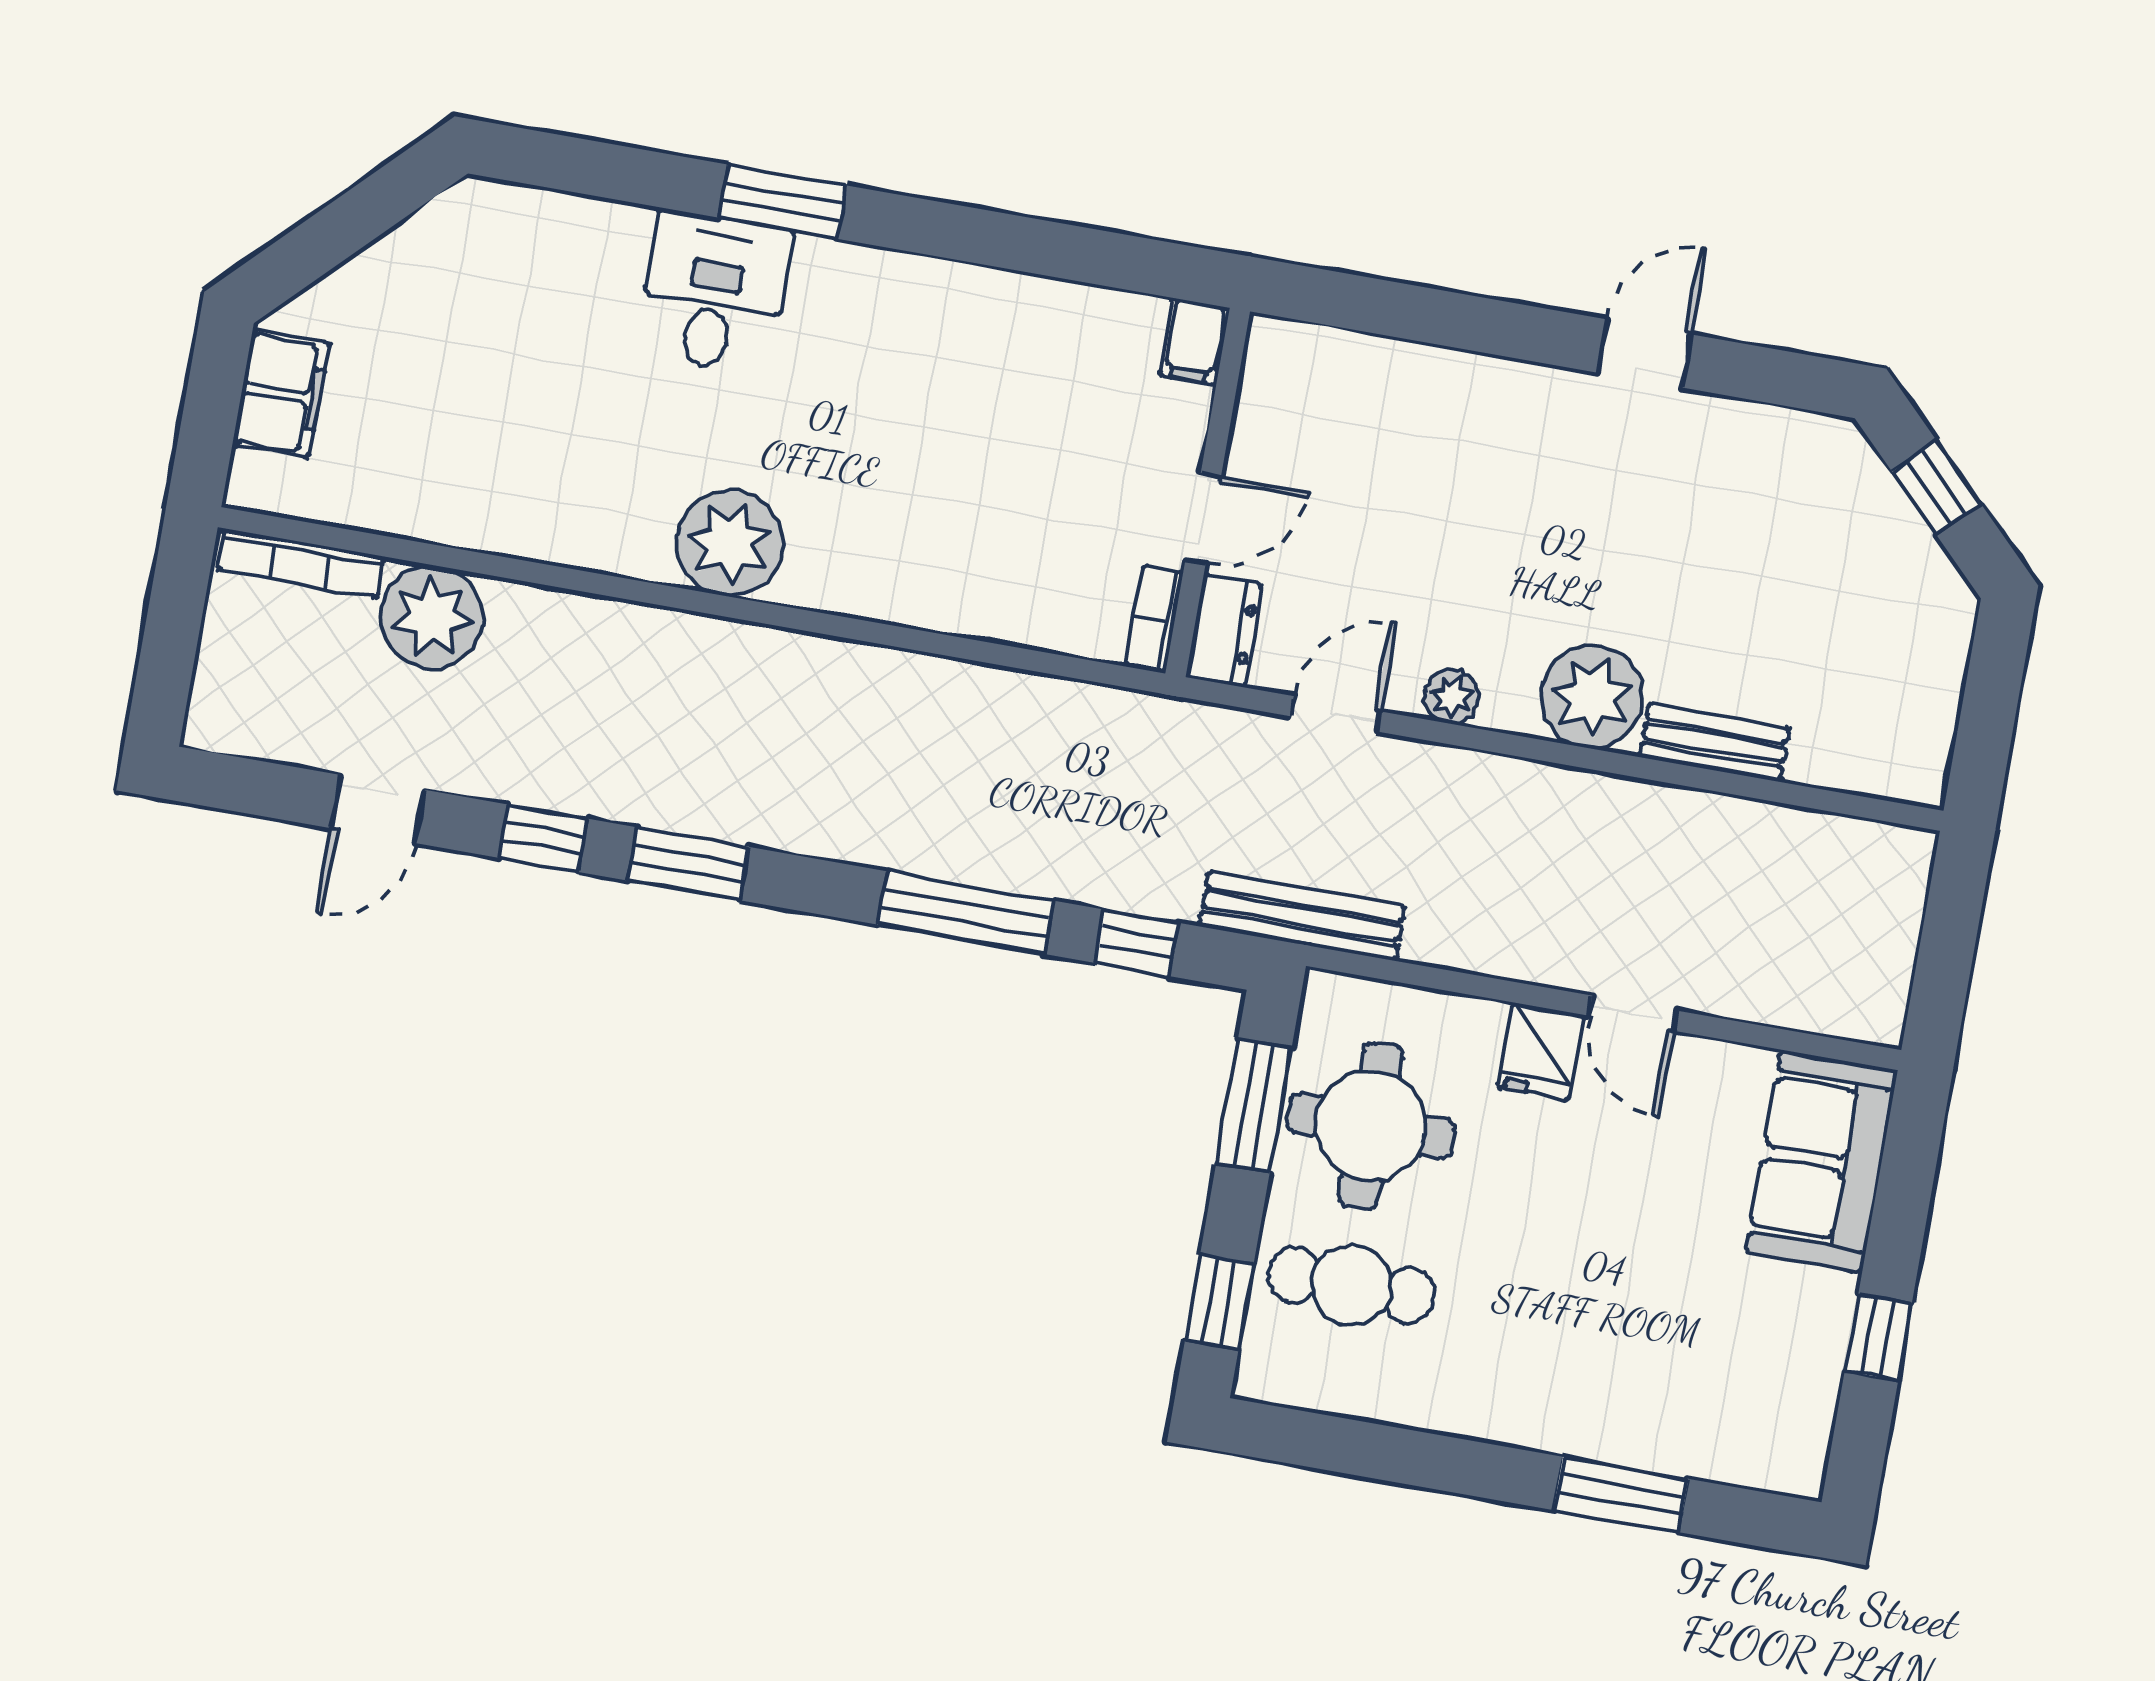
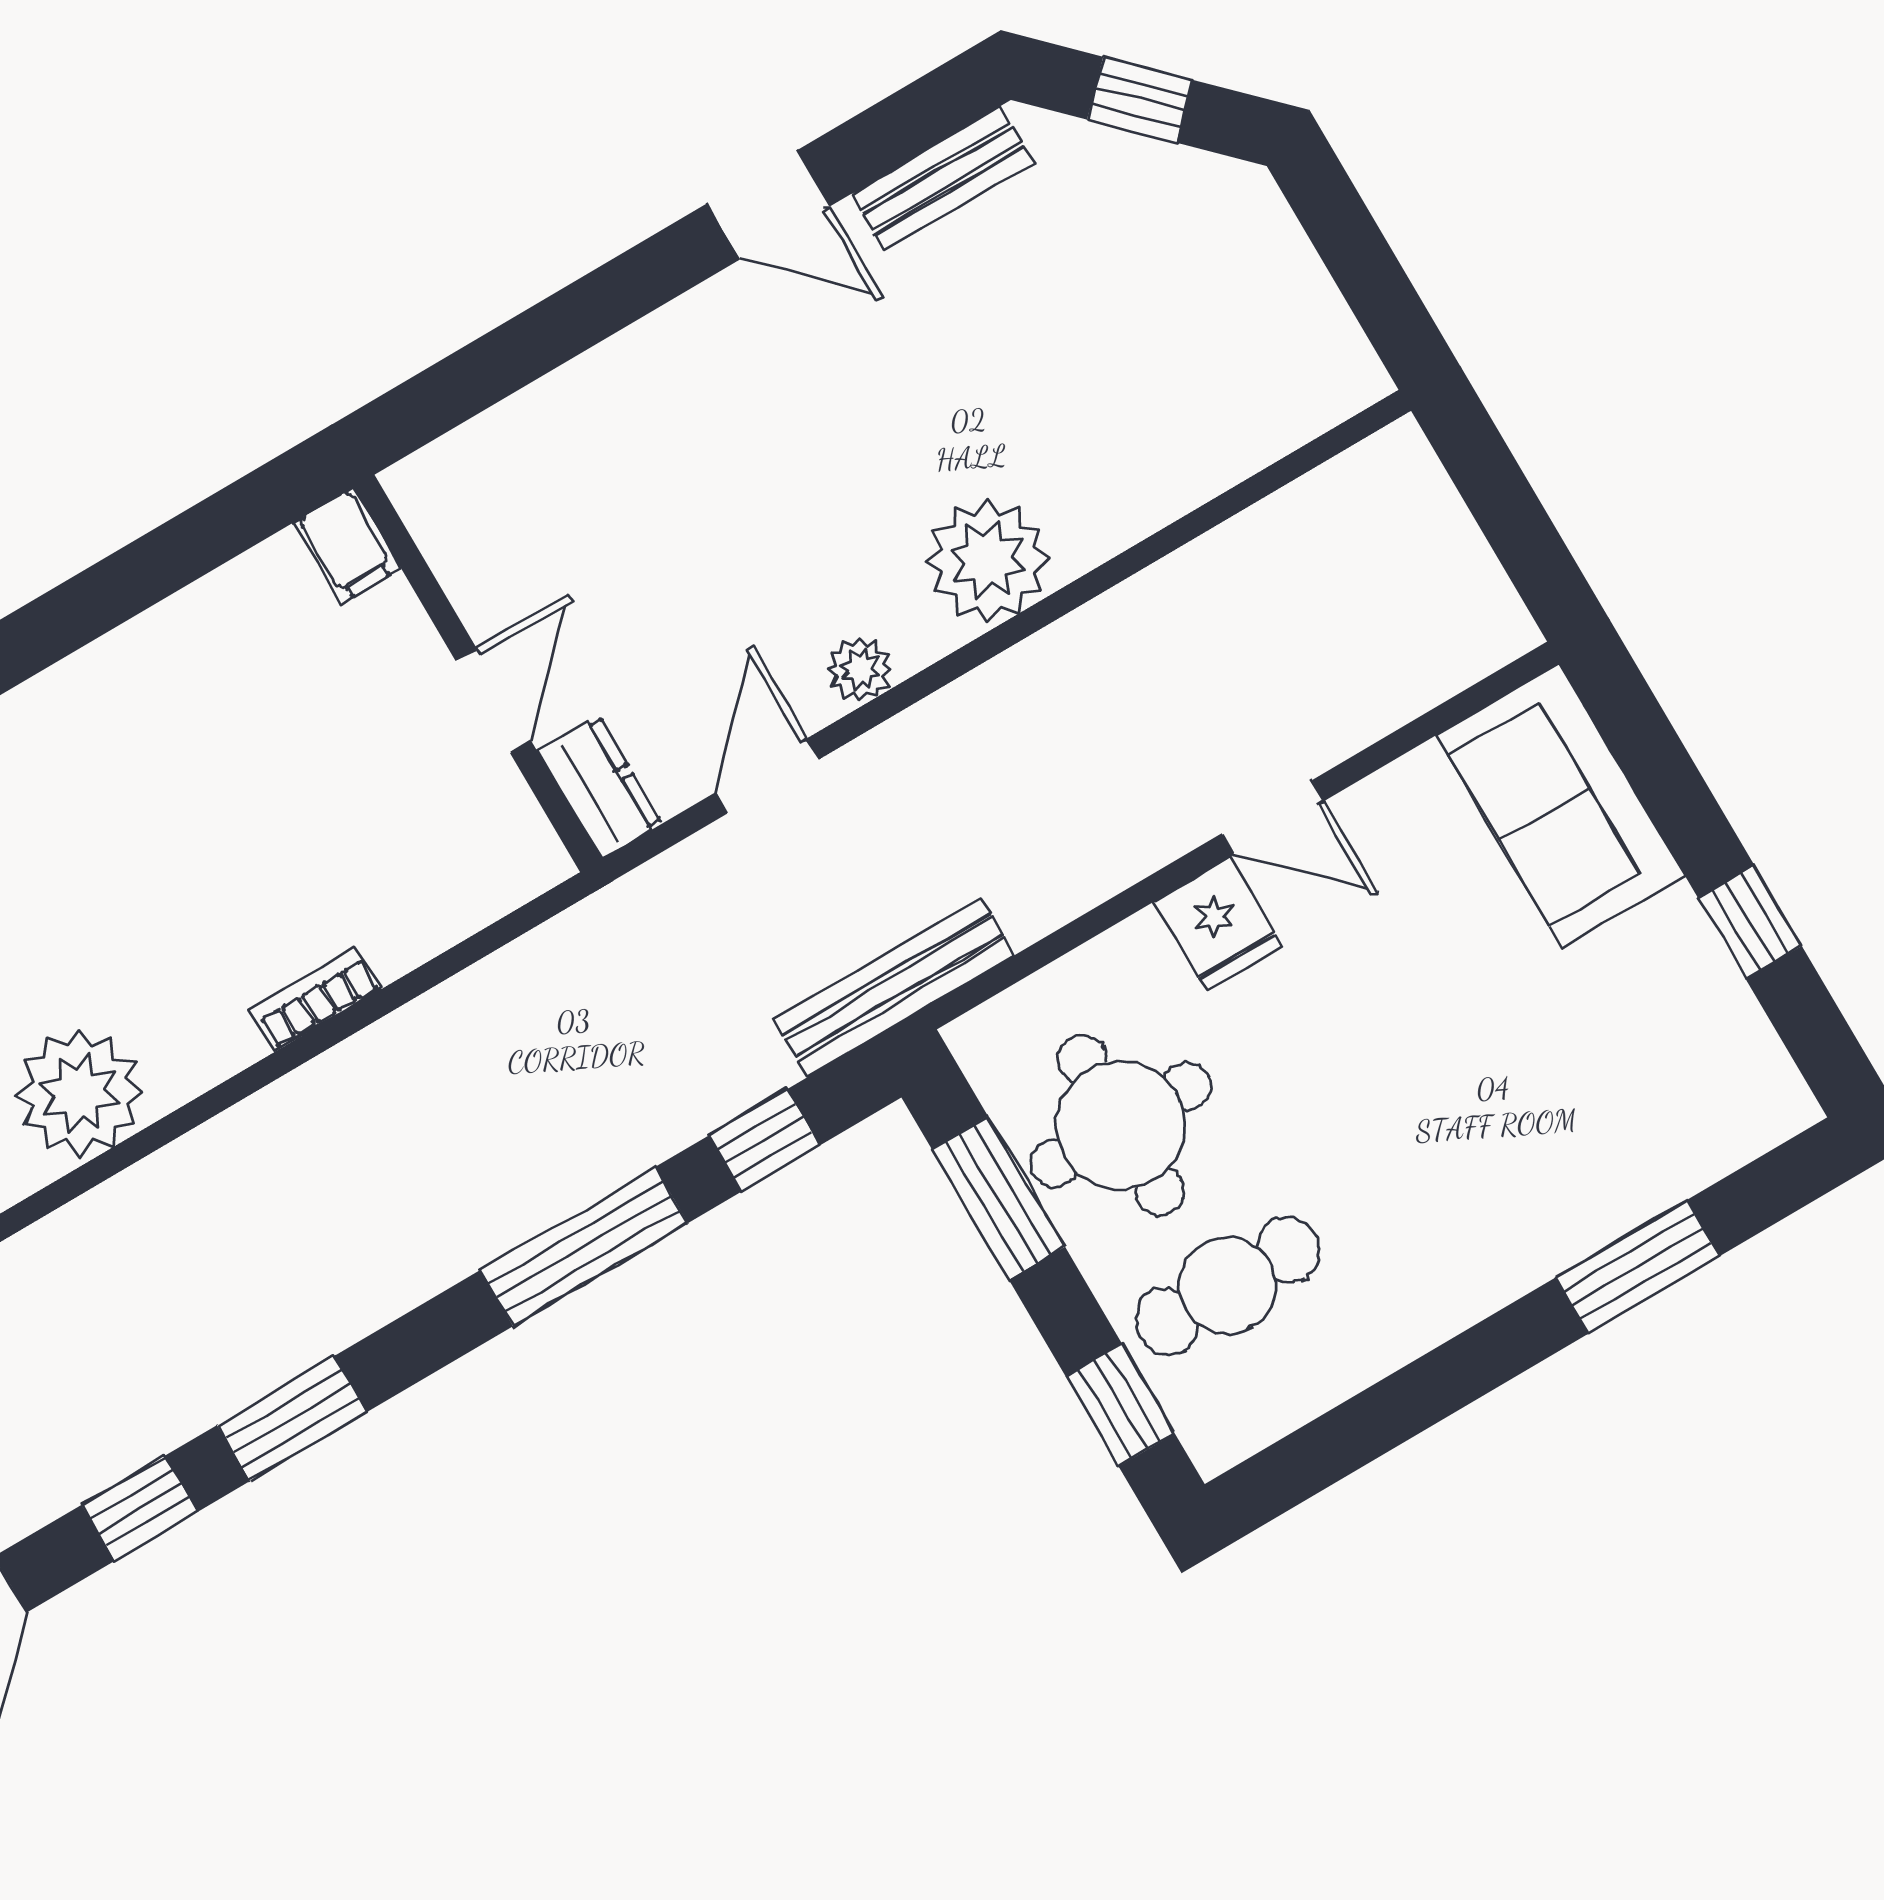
door: (1645, 354) -> (768, 205), swing flipped
bookcase: (1154, 619) -> (316, 999), moved, turned 90
bench: (1714, 743) -> (942, 179), moved

